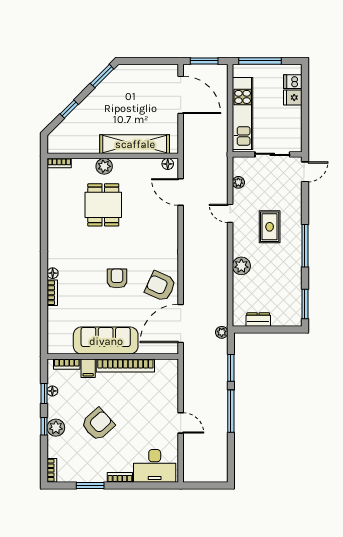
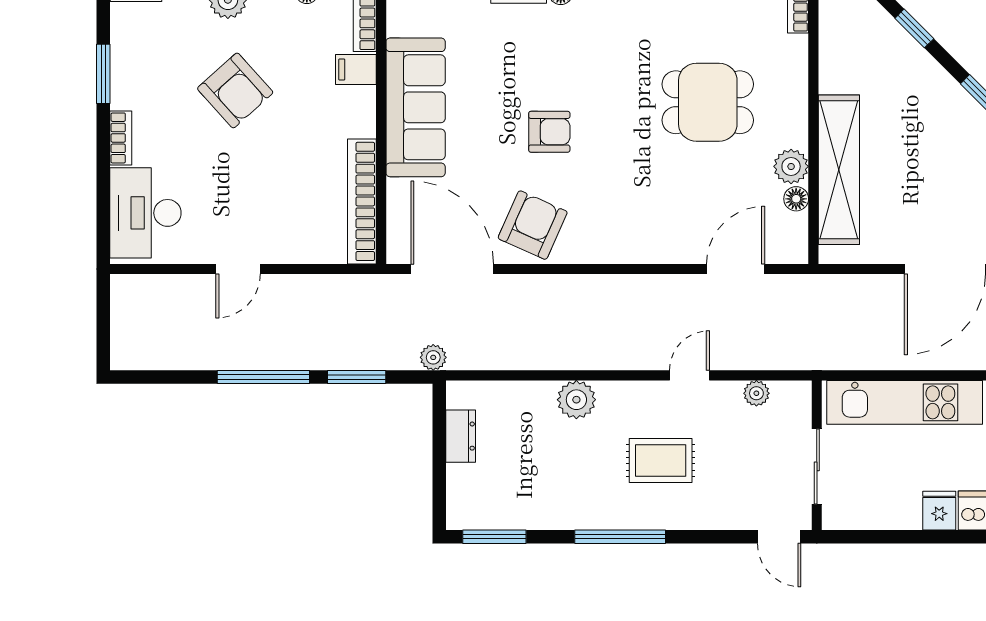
floor lamp: (168, 164) -> (796, 199), moved
plant: (104, 166) -> (791, 166), moved
bookcase: (125, 365) -> (362, 201), moved

